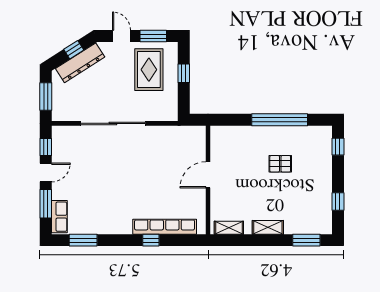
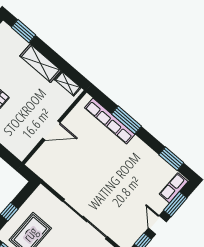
door: (46, 172) -> (157, 225), hinge flipped
shelving: (268, 227) -> (40, 63), width x1.50, depth x1.33
window: (151, 240) -> (126, 120), width x2.17

